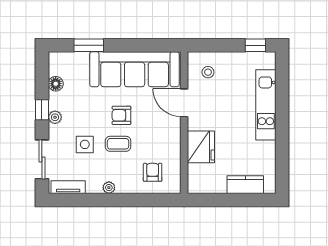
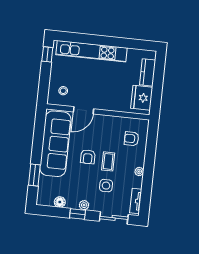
kitchen unit: (266, 105) -> (91, 51), width x1.36
fridge: (201, 147) -> (142, 98), moved, turned -90

